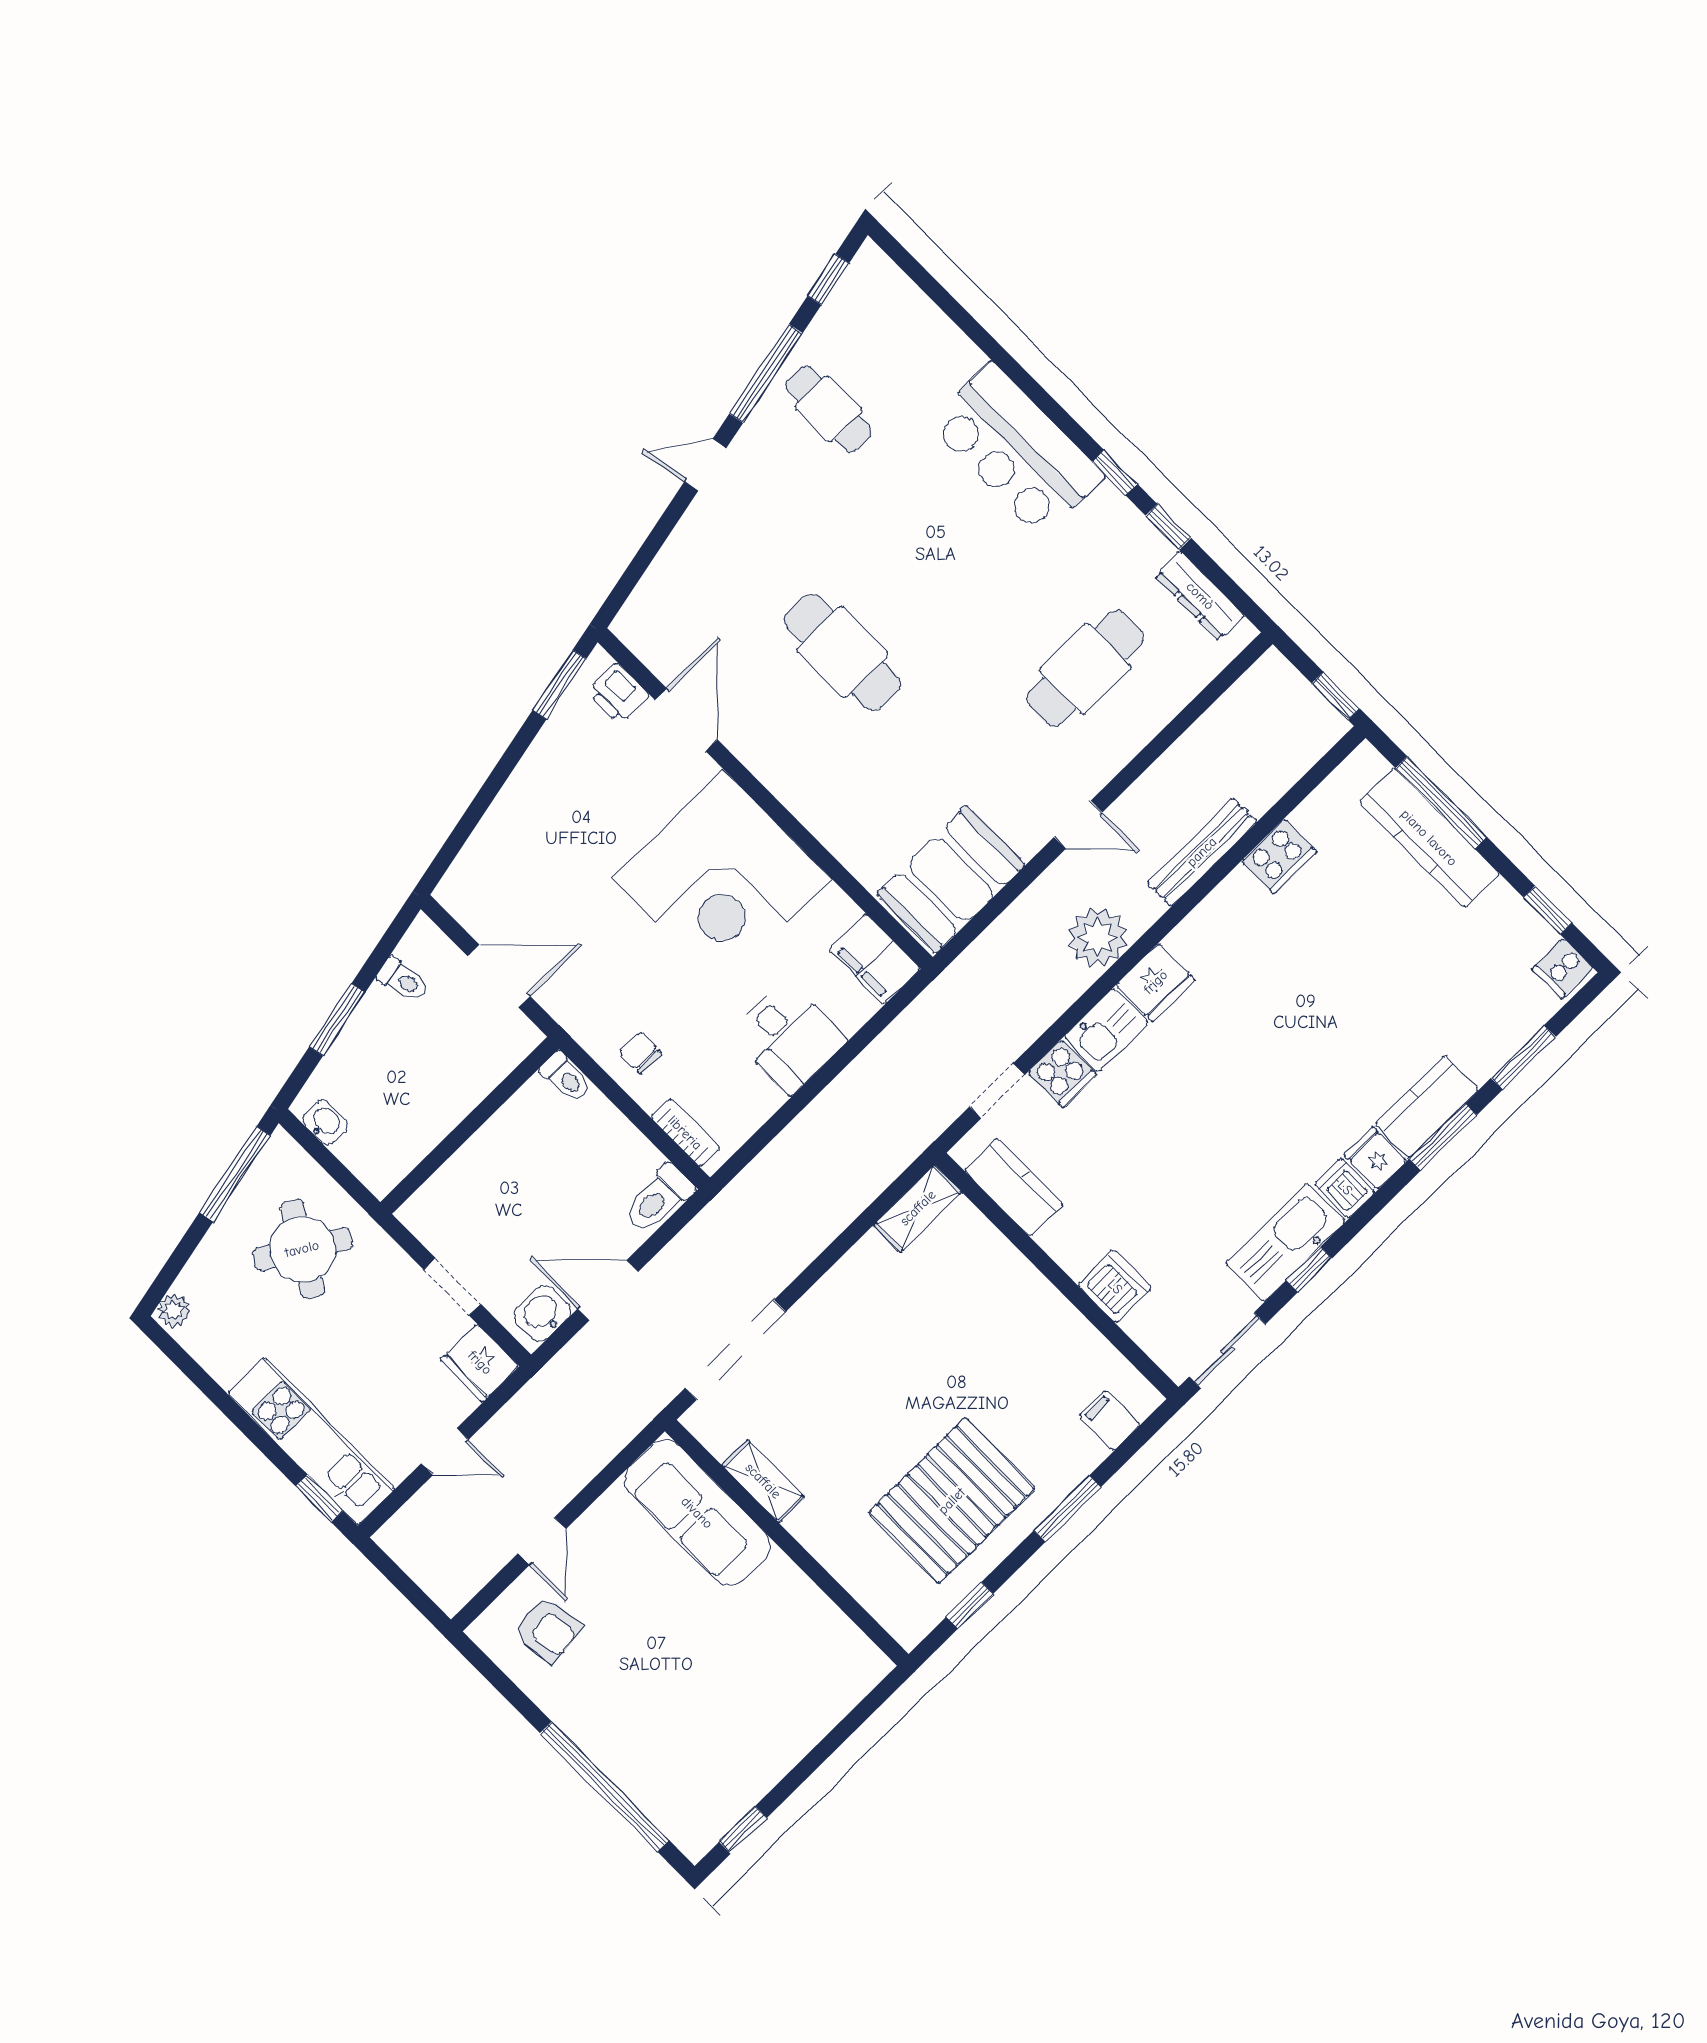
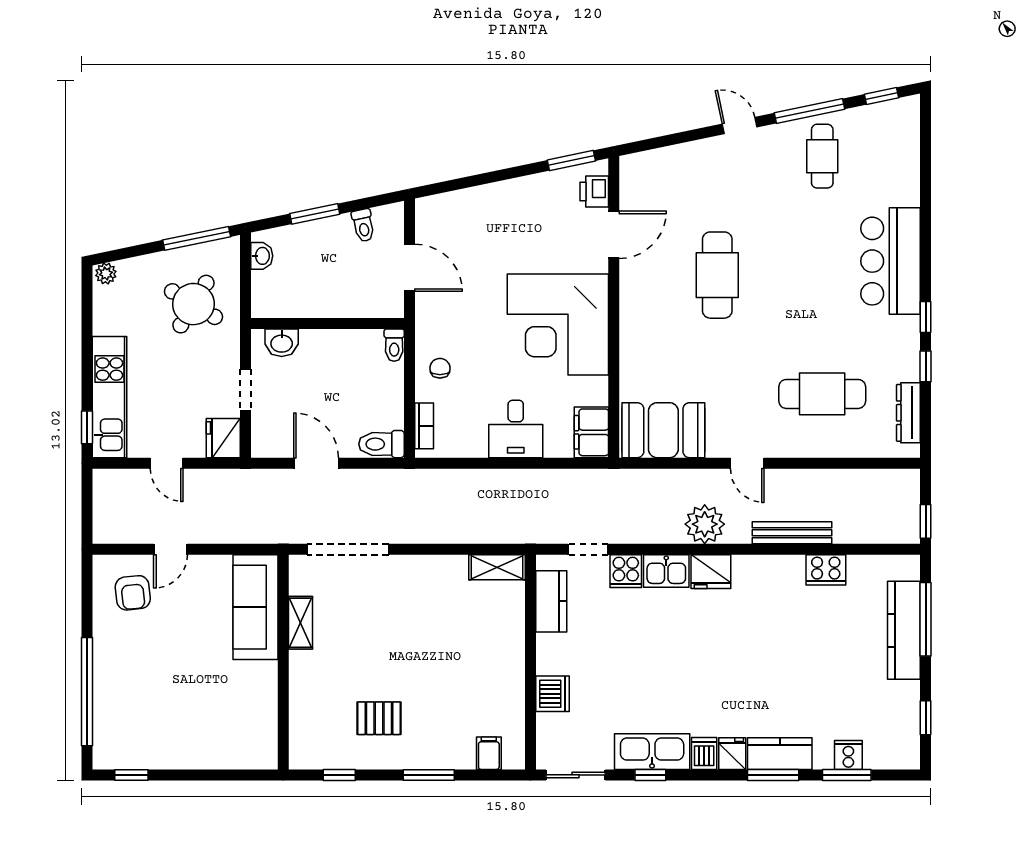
cooker: (1562, 969) -> (848, 755), moved, turned 90
washbasin: (542, 1313) -> (282, 343), moved, turned 180
pallet: (952, 1501) -> (379, 718), width x0.49, depth x0.50

